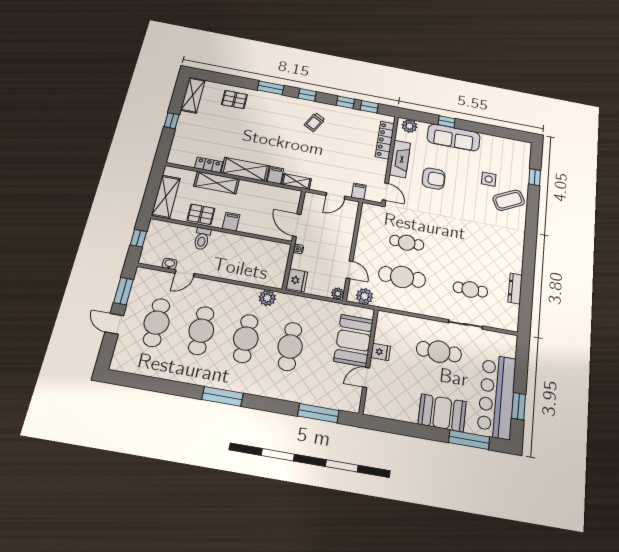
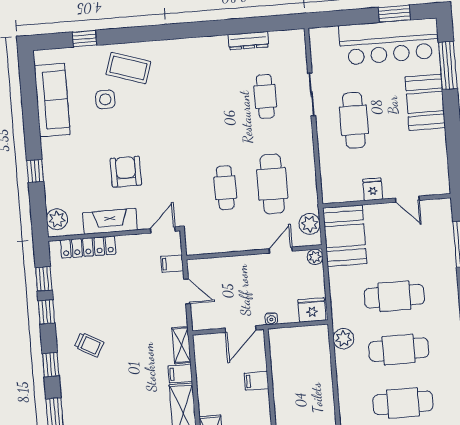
sofa: (454, 137) -> (52, 100), moved
coffee table: (509, 200) -> (128, 68), turned -45
filing cabinet: (231, 222) -> (256, 381), moved
booth: (354, 340) -> (345, 236), moved, turned 90

